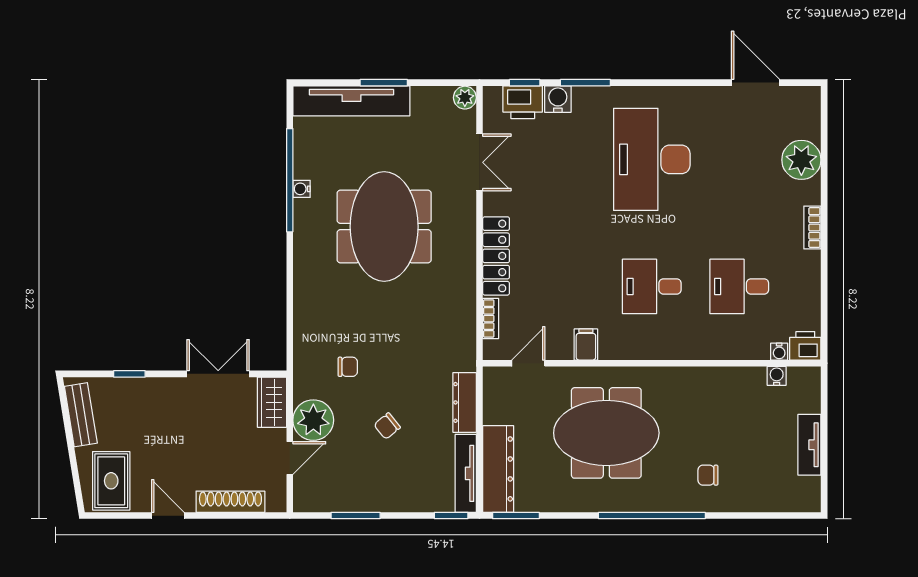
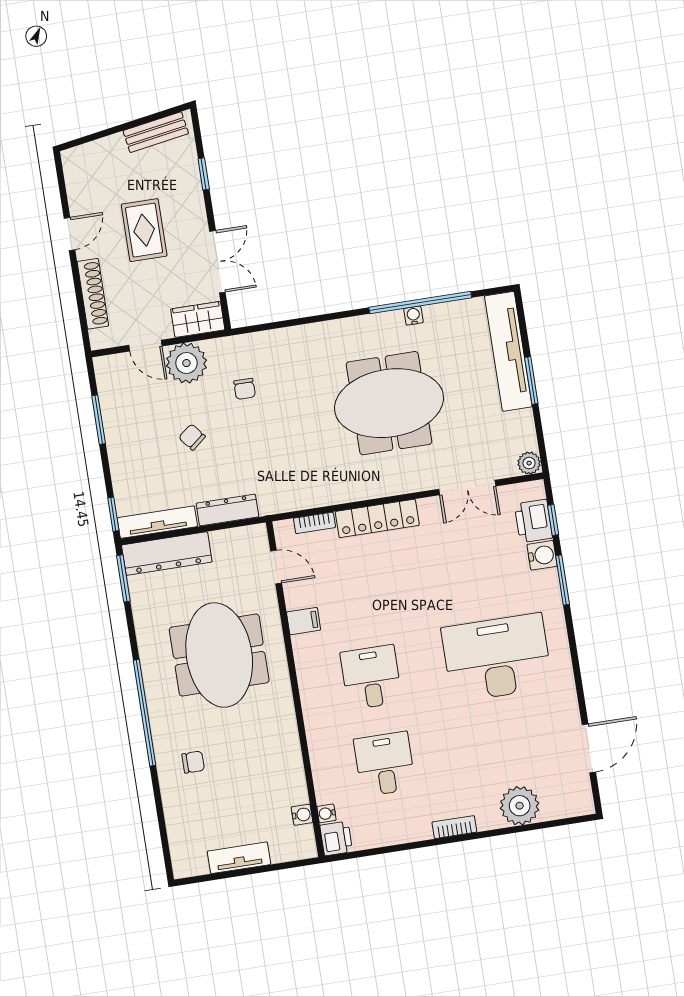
chair: (708, 475) -> (193, 762), turned 90
rug: (111, 481) -> (144, 230), moved, turned 90

